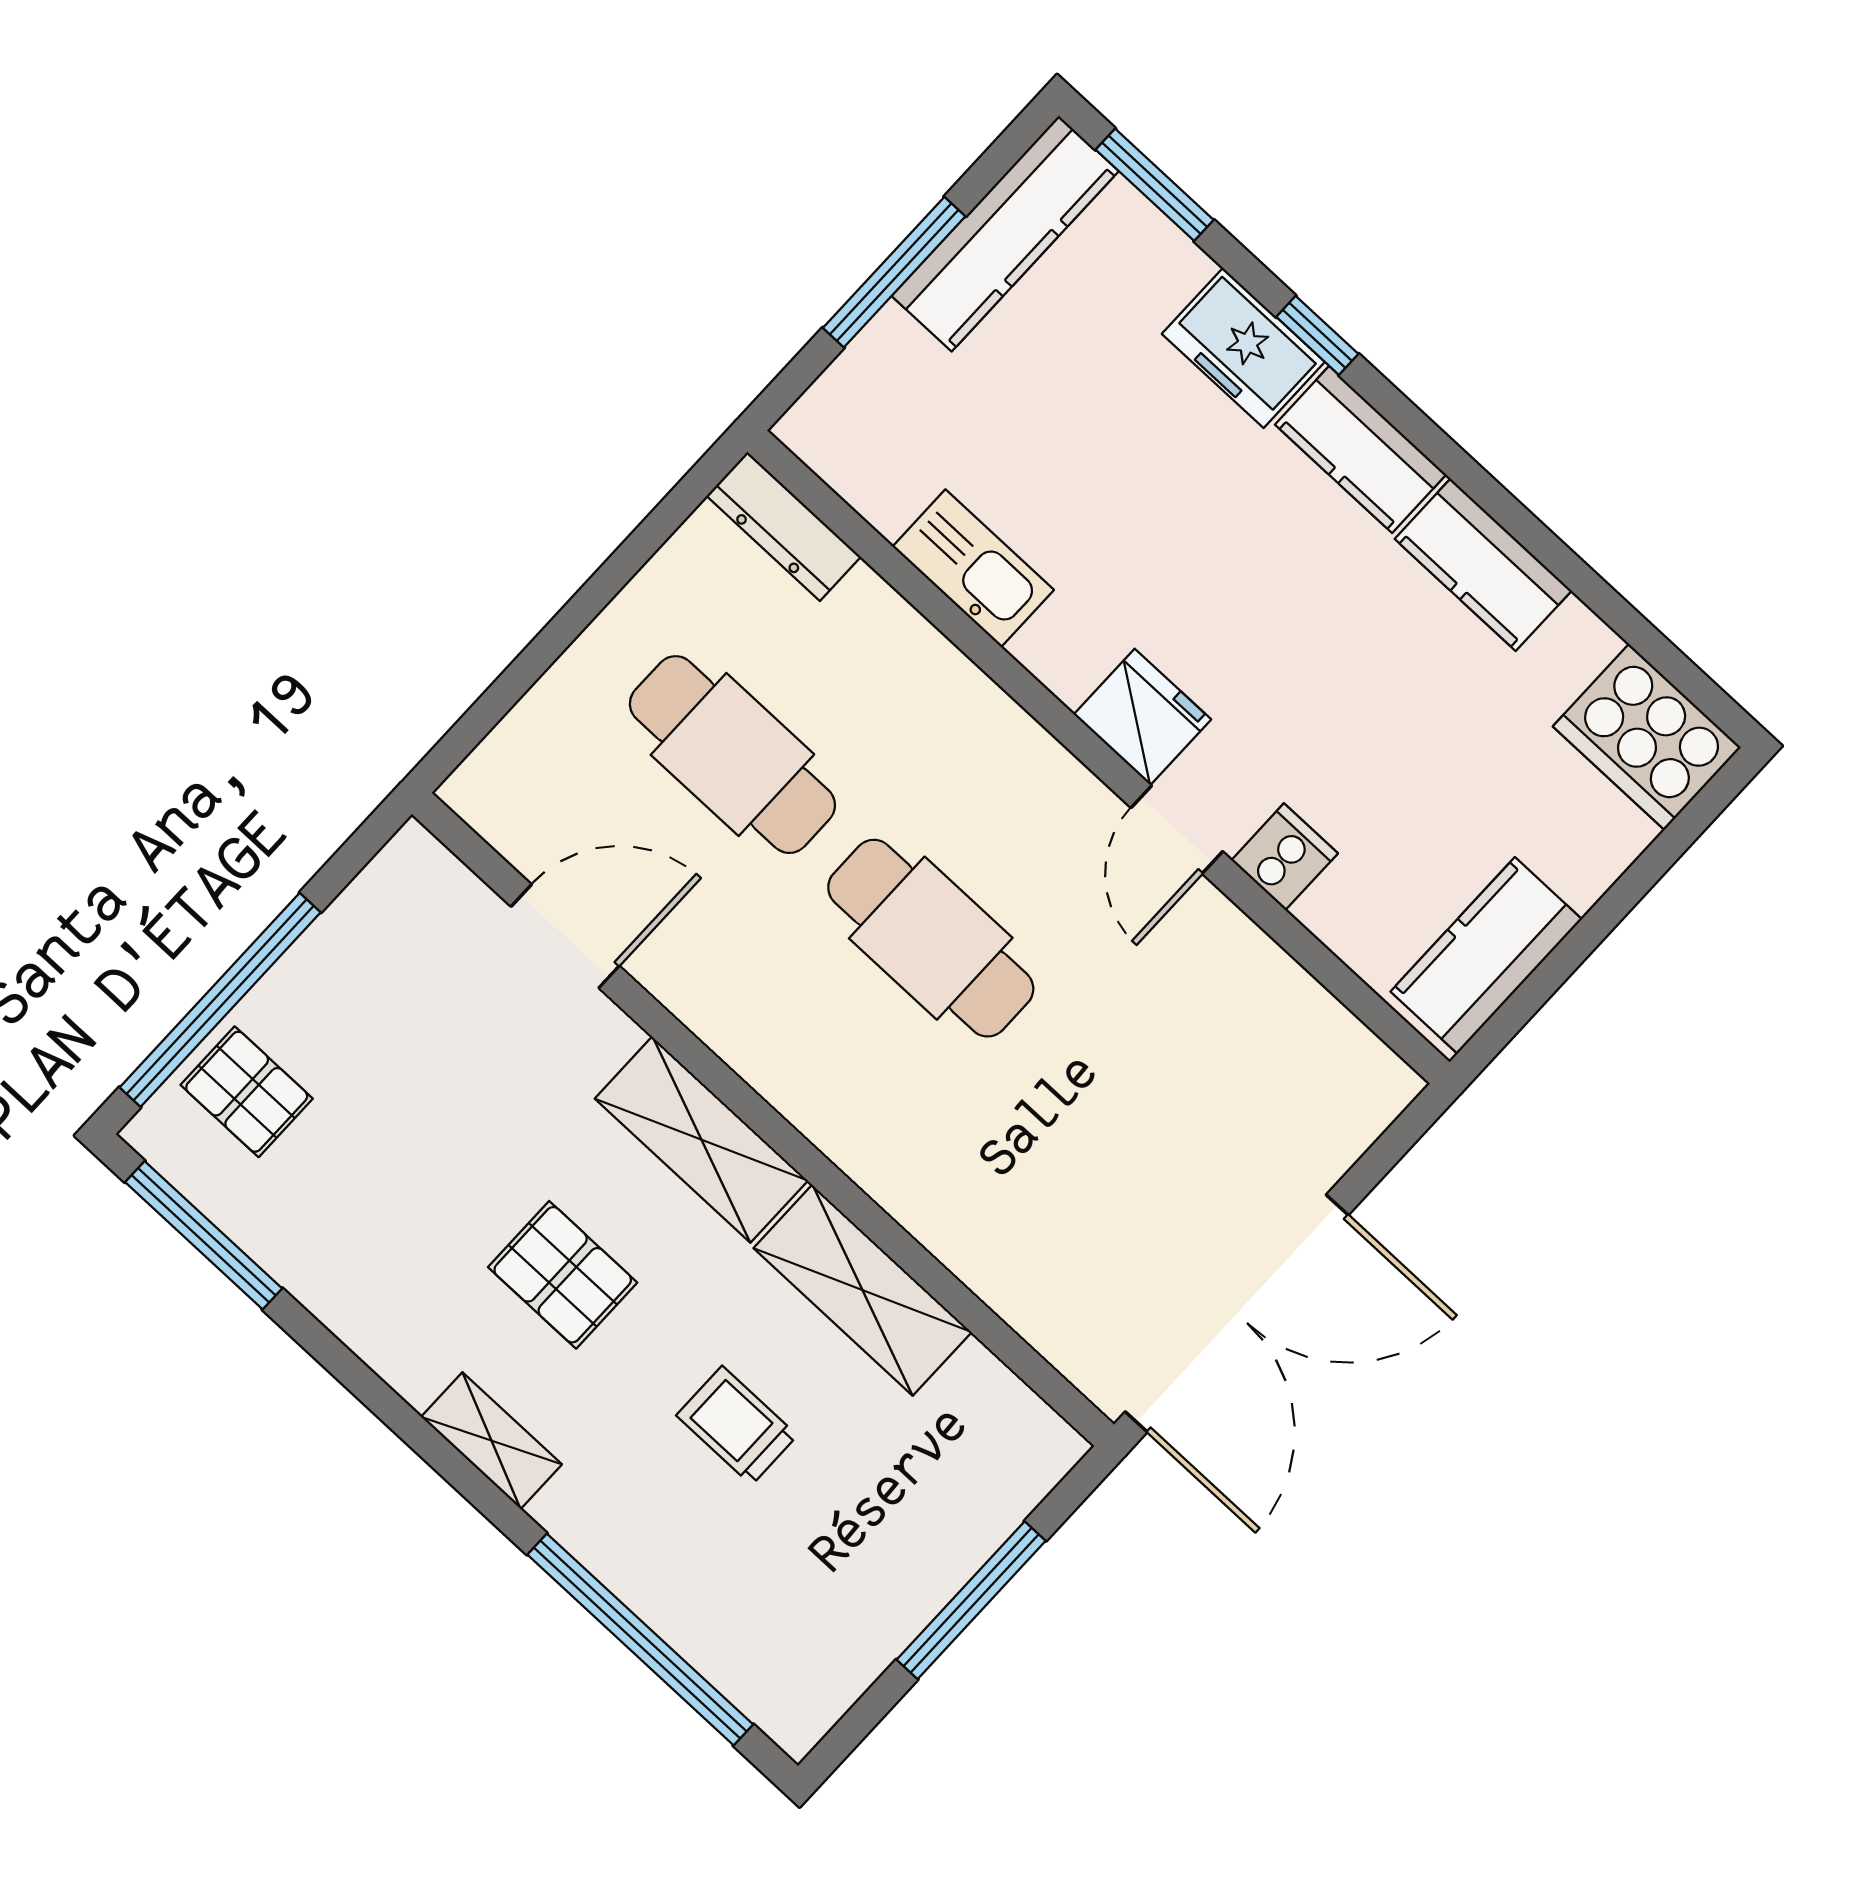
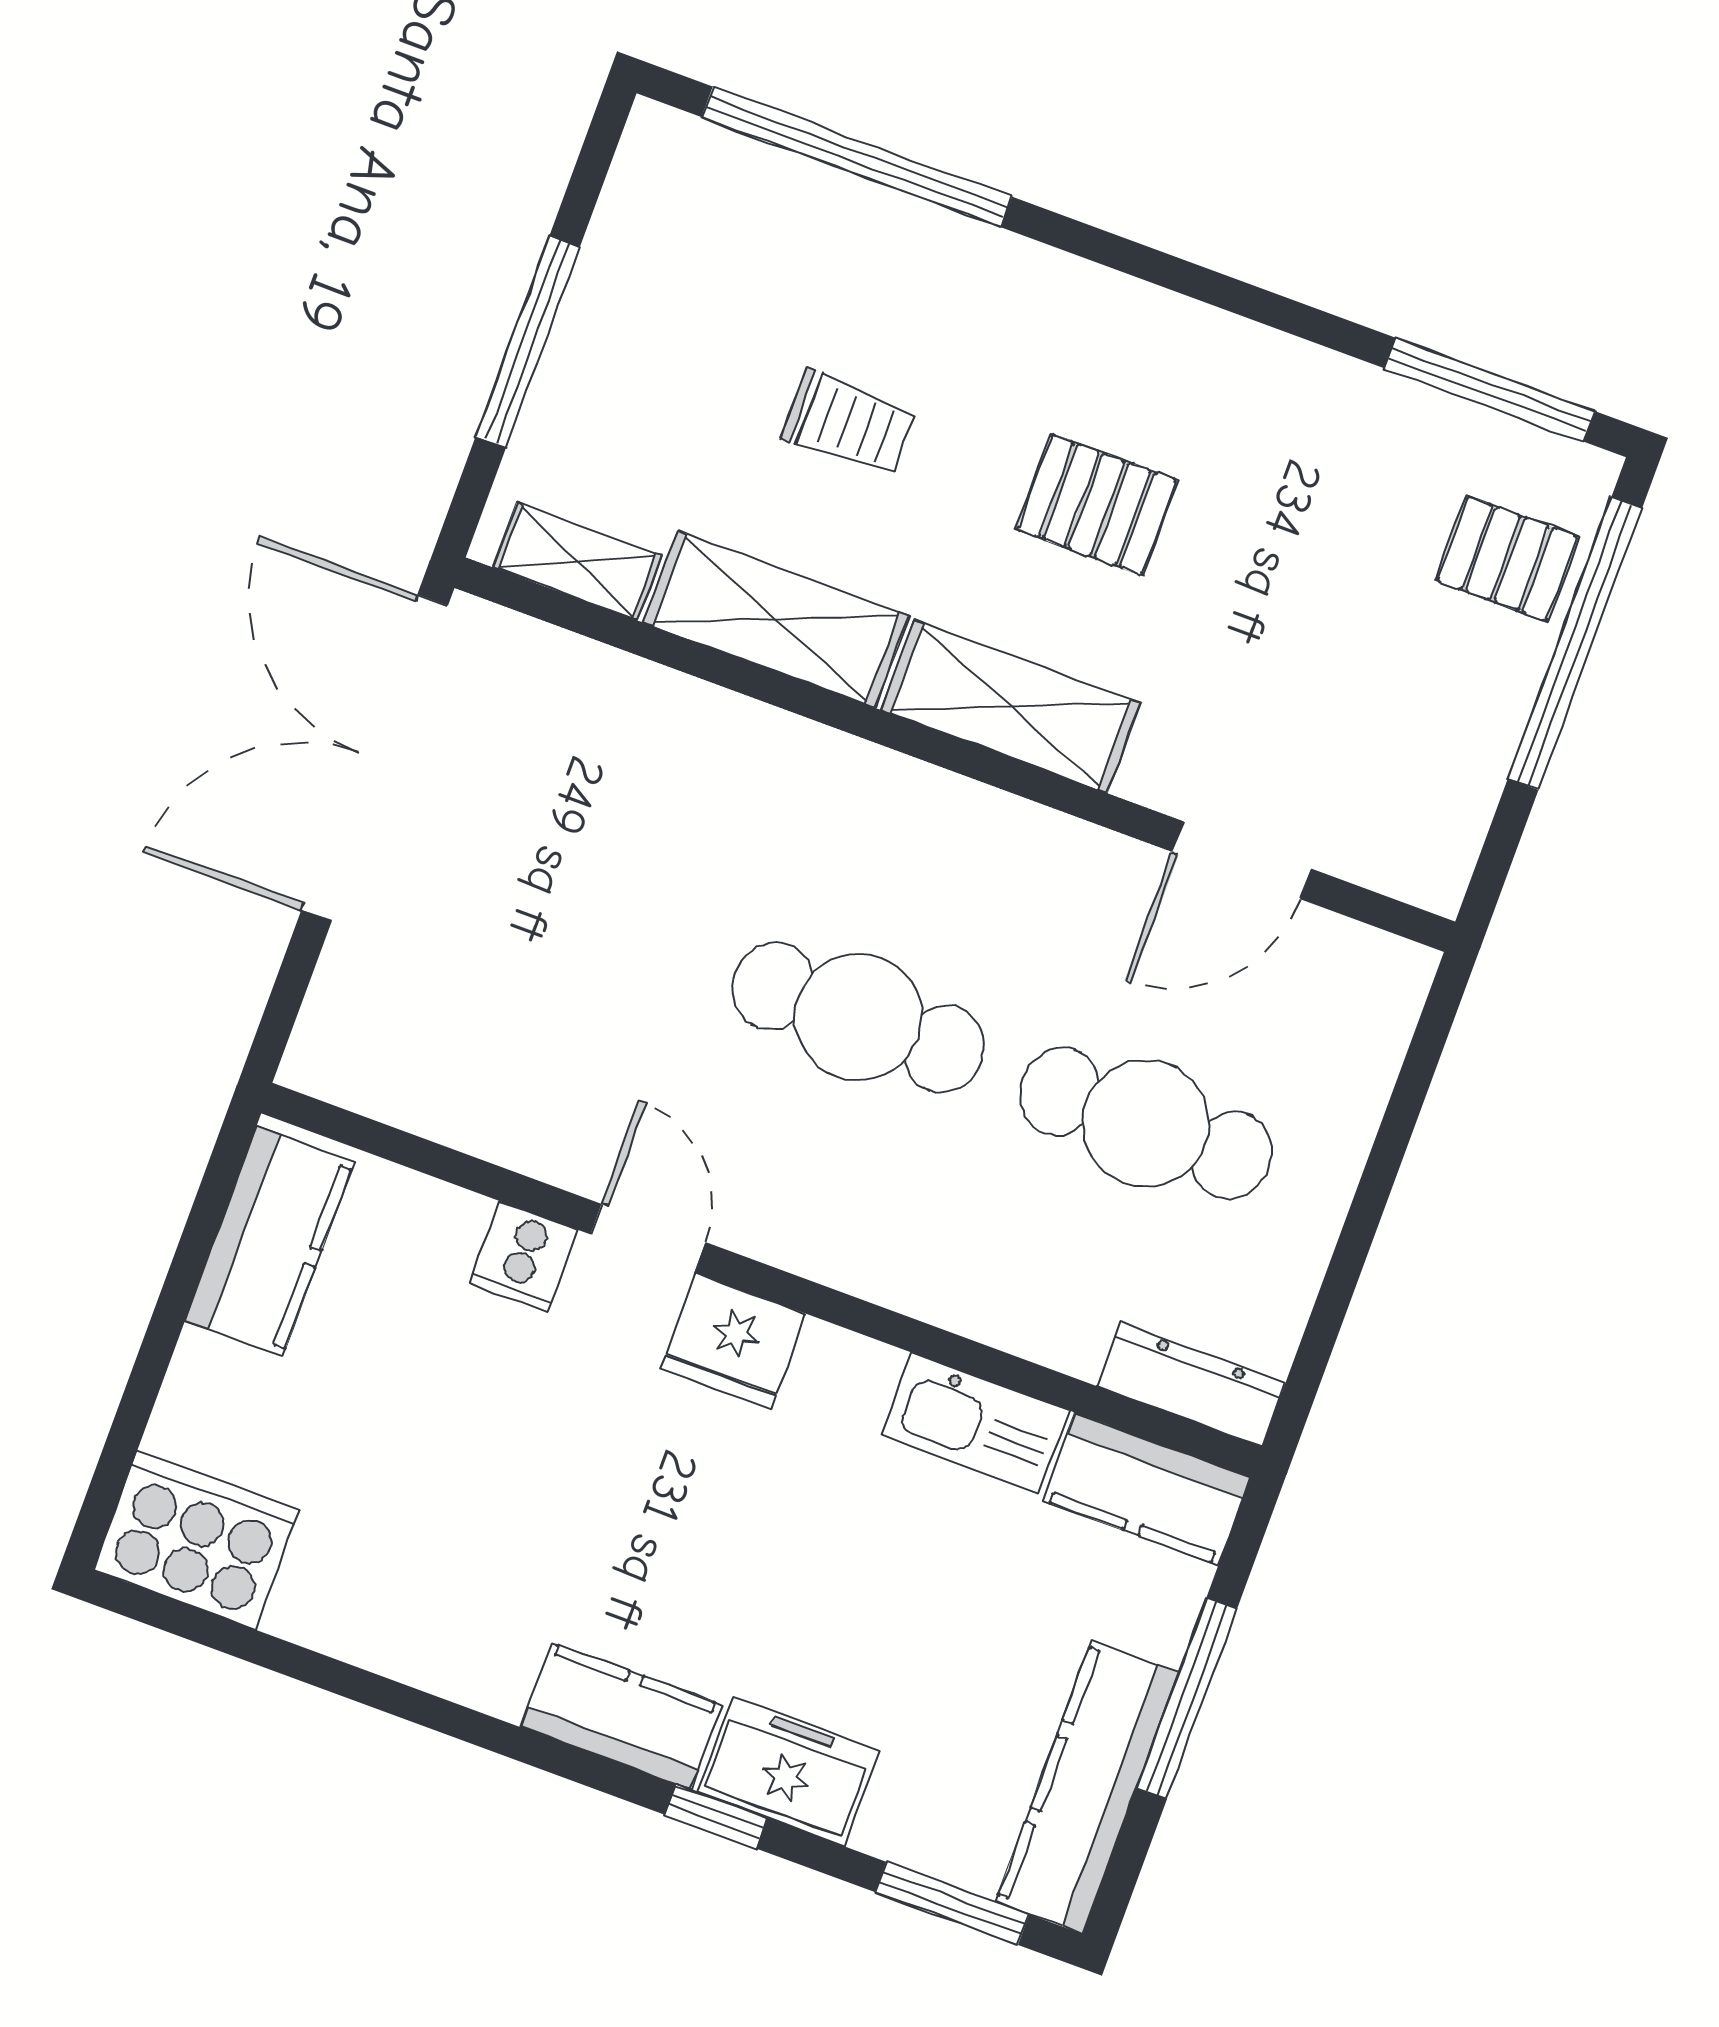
kitchen counter: (1483, 565) -> (1147, 1489), moved, turned 180
shelving: (492, 1441) -> (577, 562), moved

